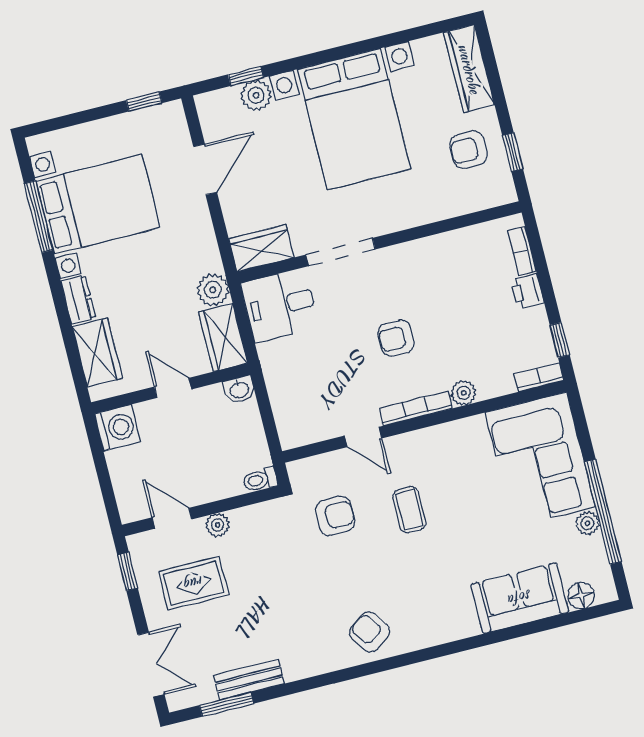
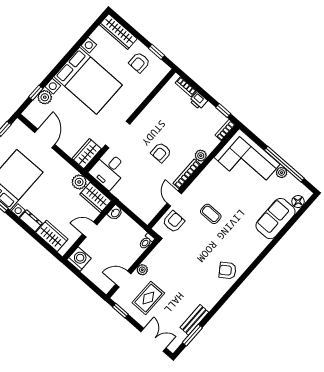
door: (363, 437) -> (174, 198), swing flipped
armchair: (335, 516) -> (174, 222), moved

